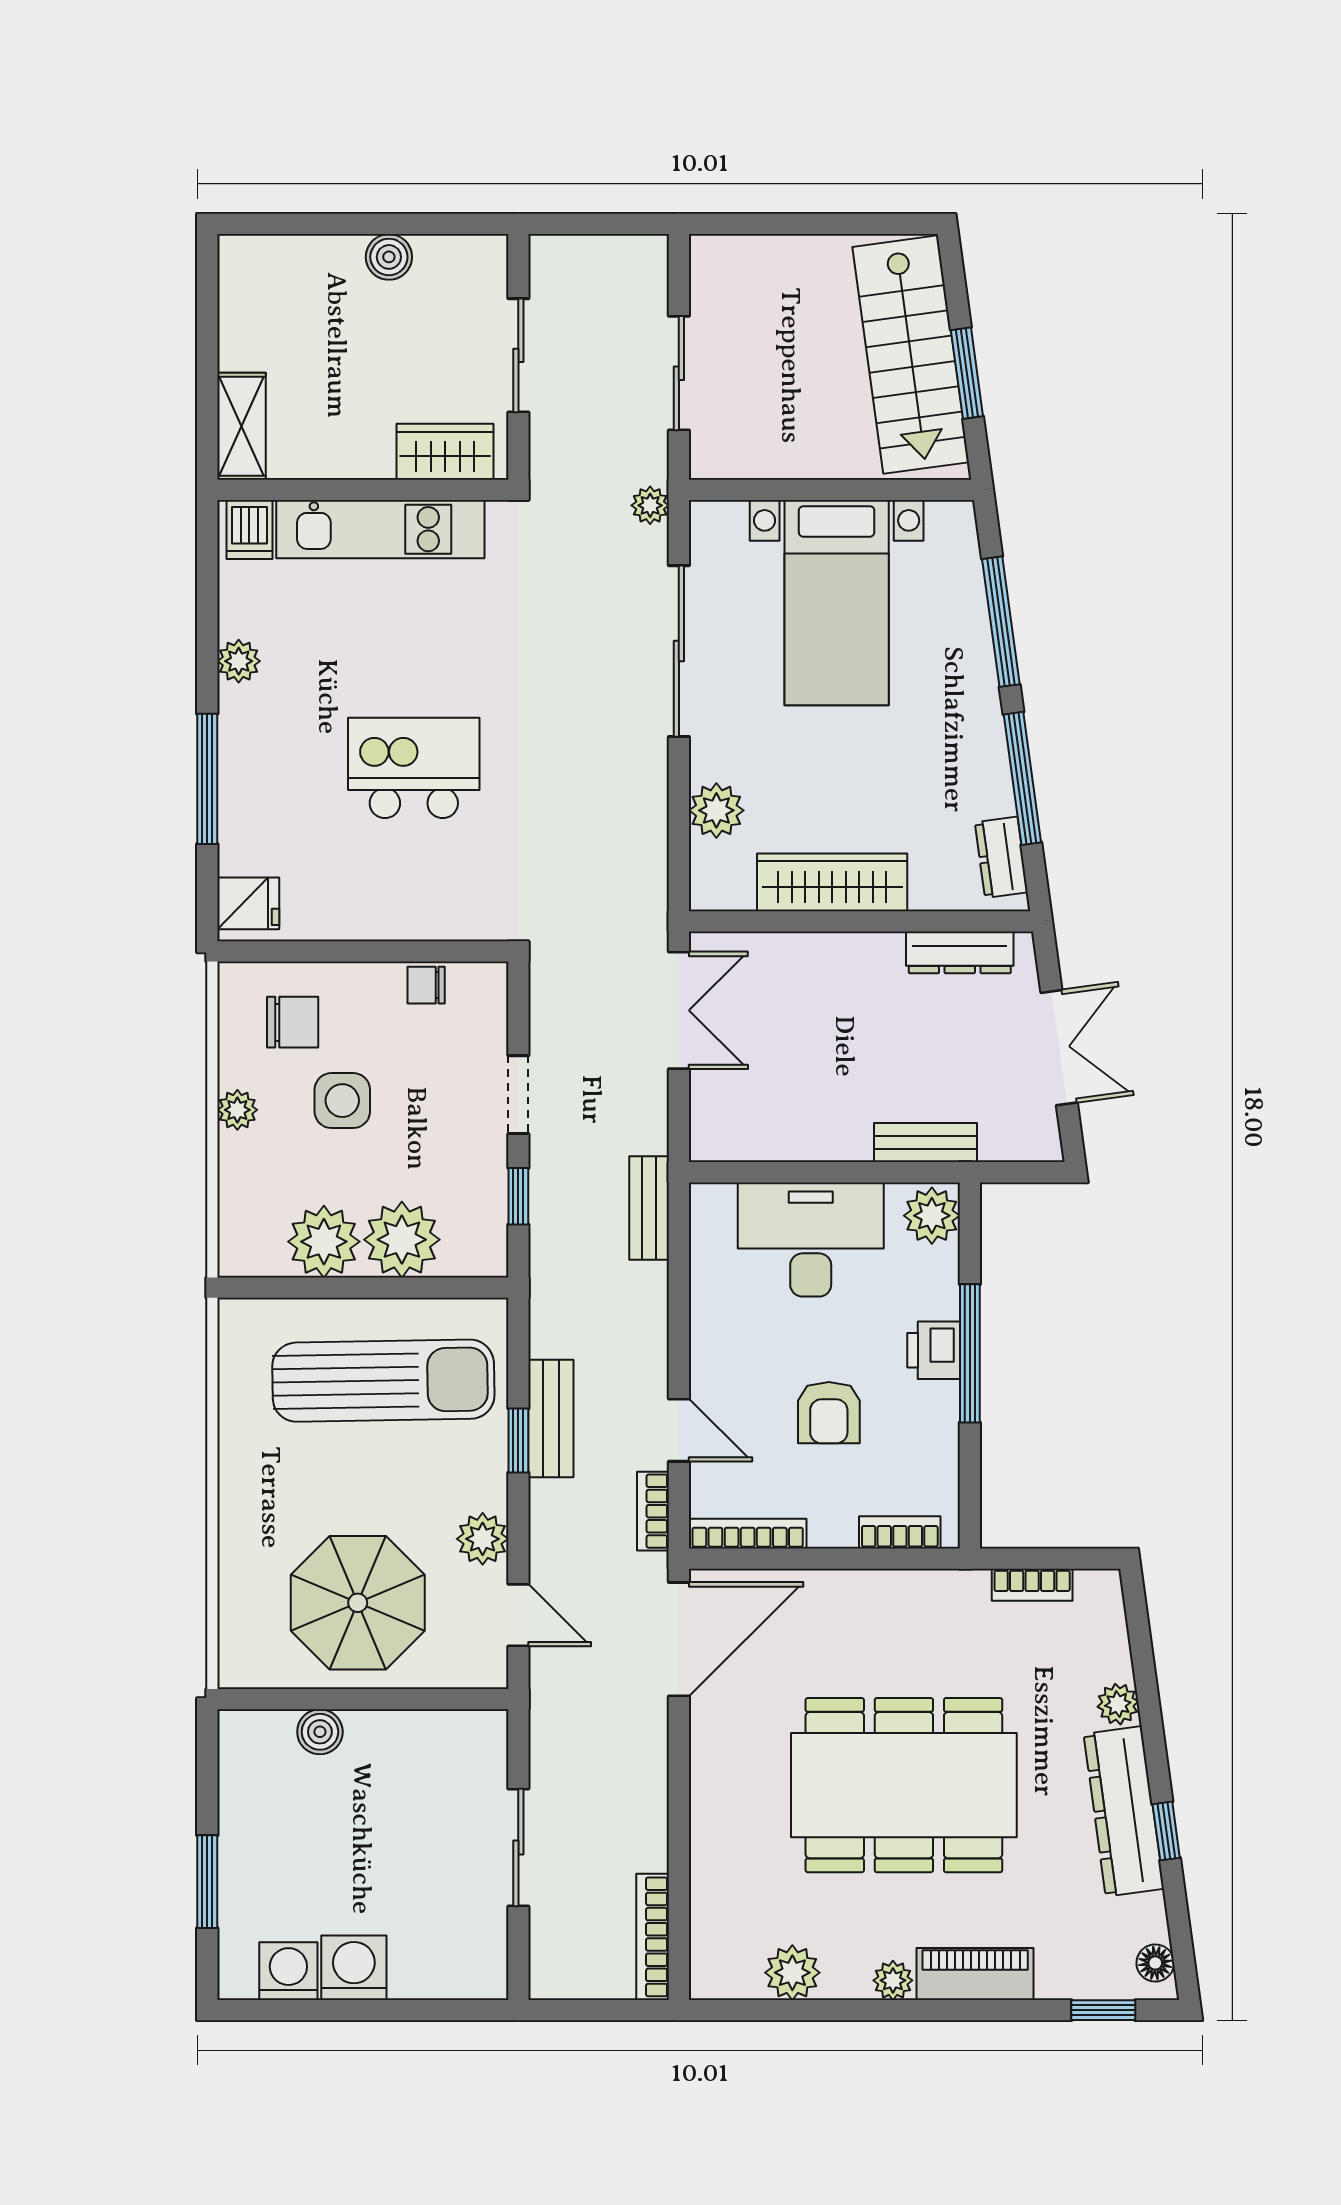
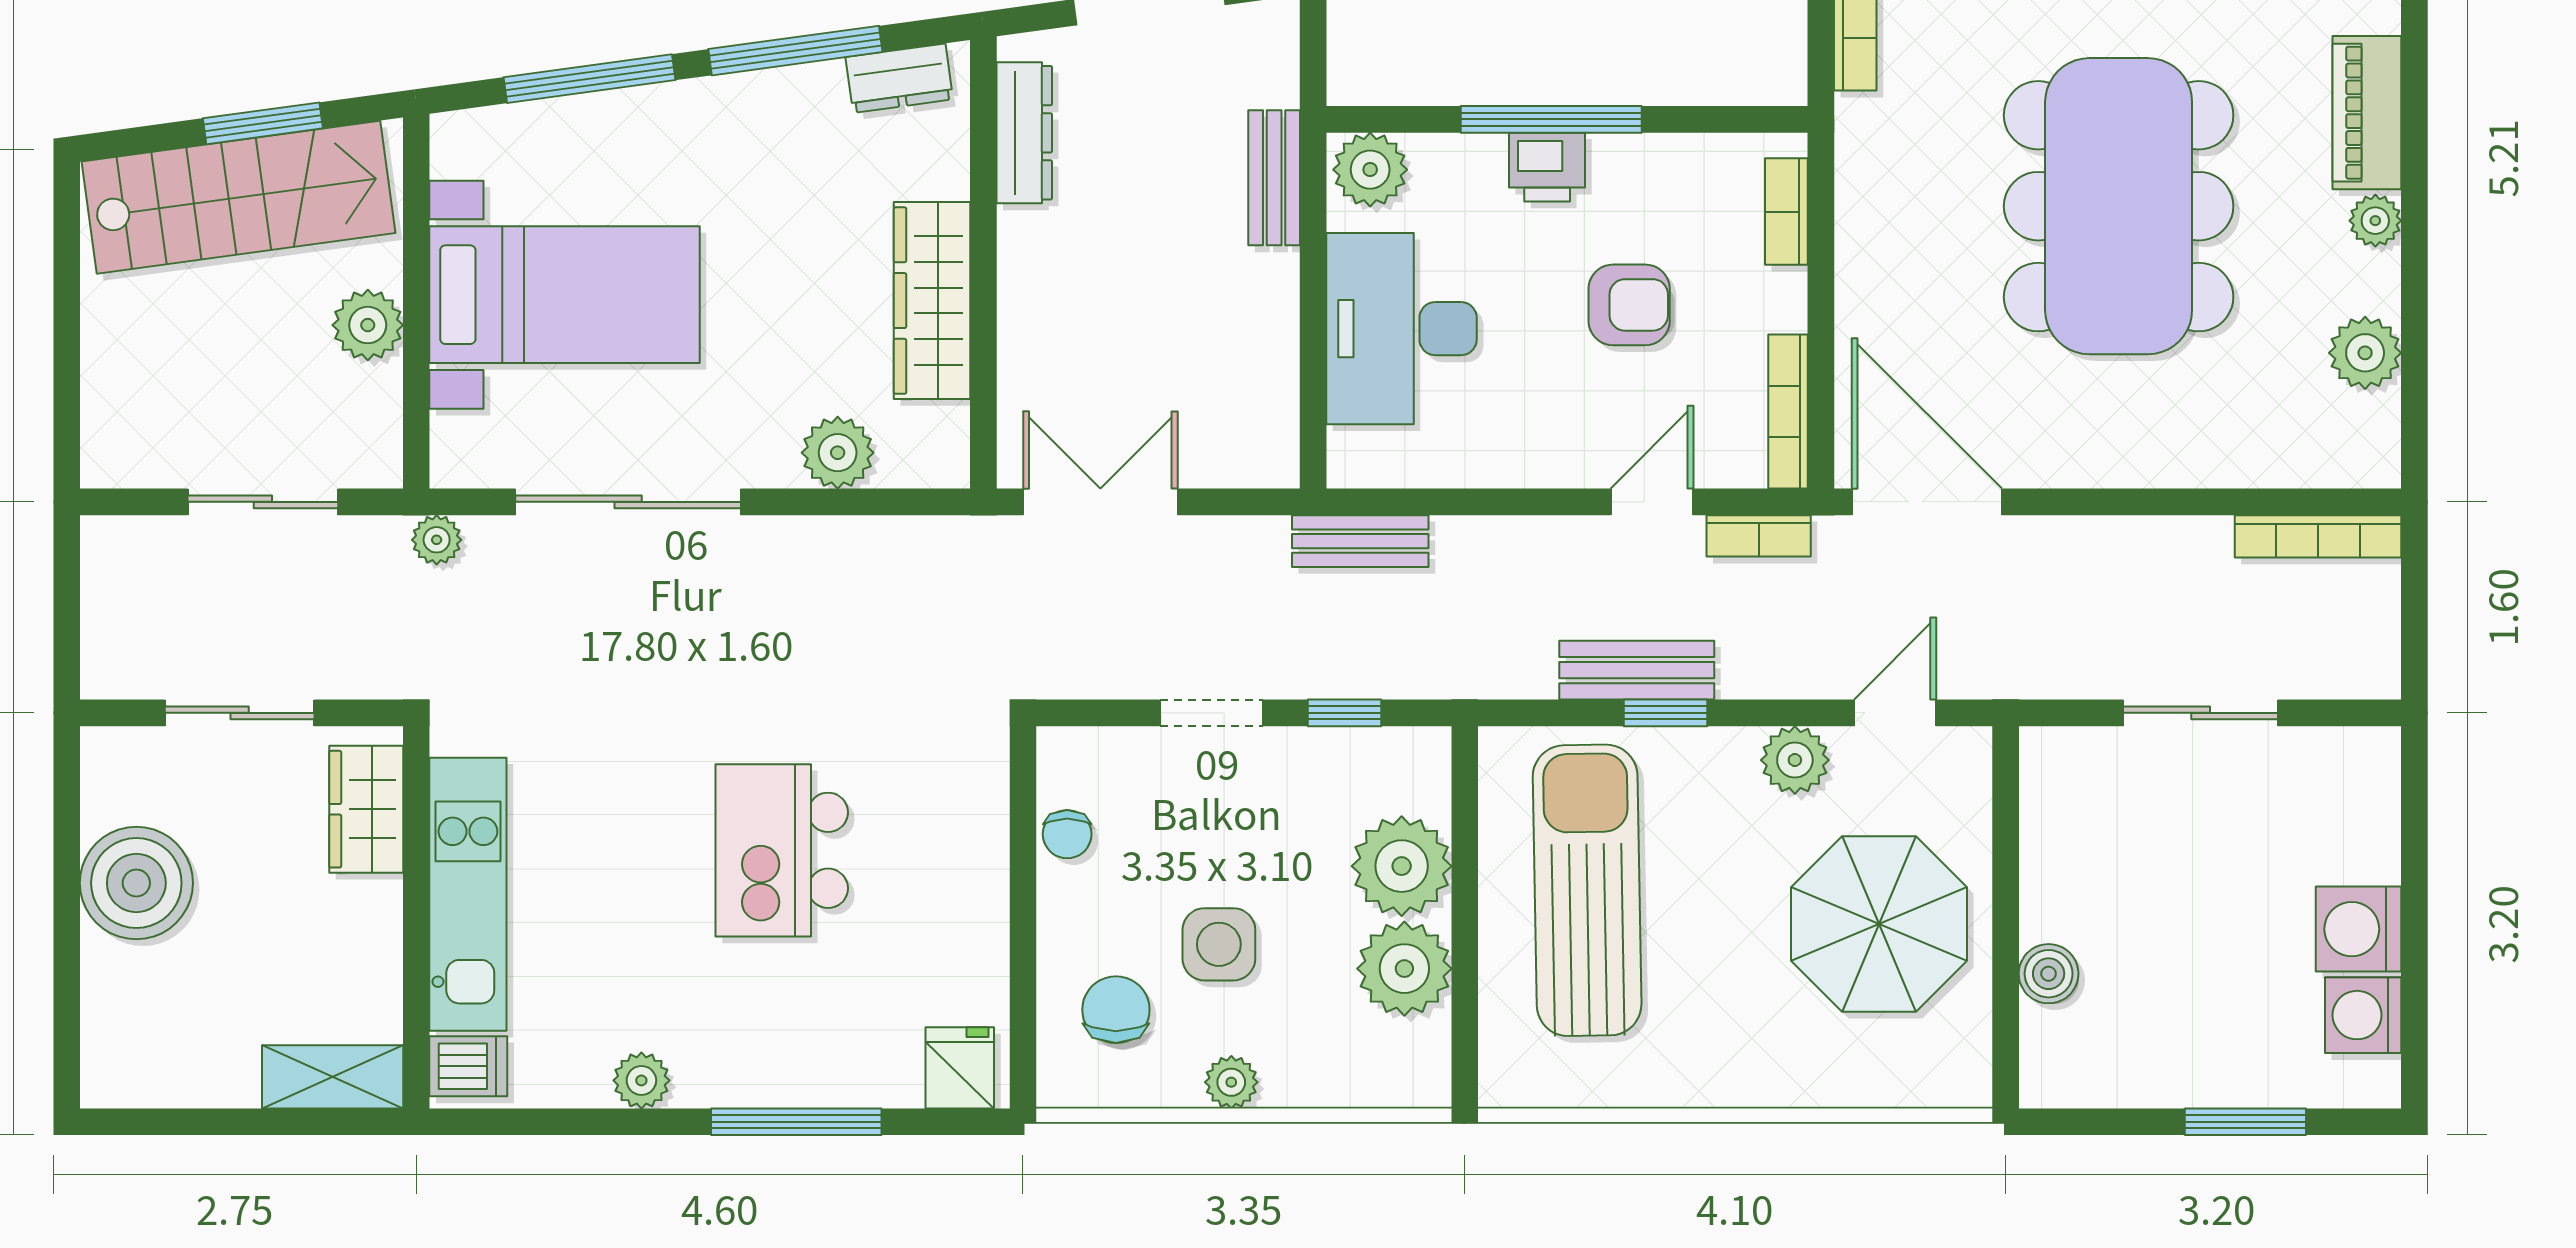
boiler: (389, 257) -> (136, 883), width x1.86, depth x1.86
plant: (813, 453) -> (368, 325), added

